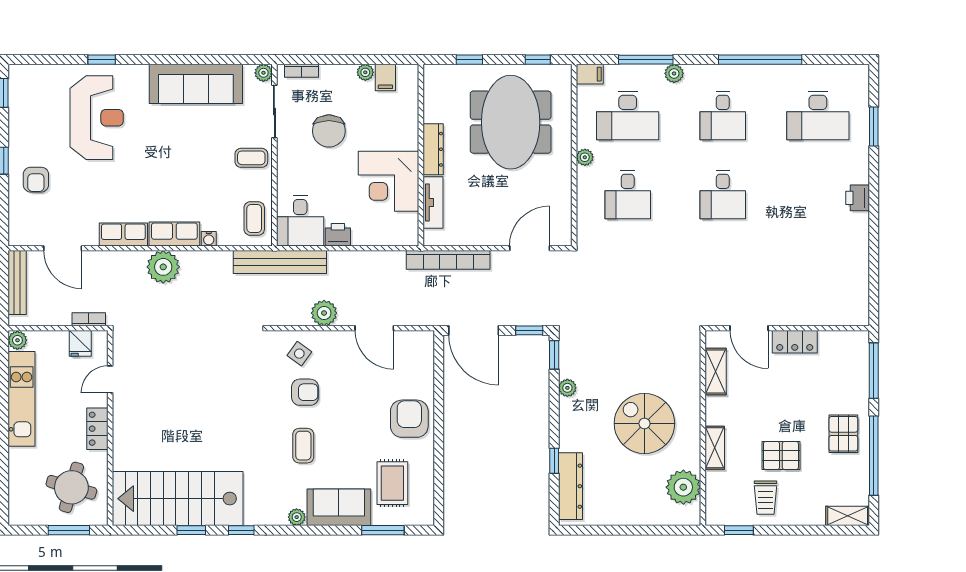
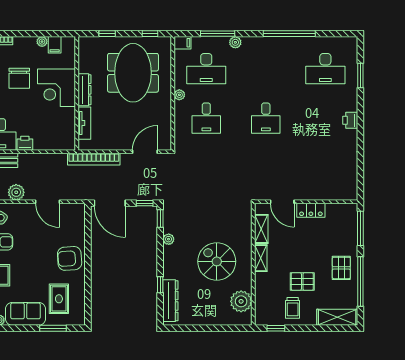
desk: (723, 116) -> (266, 69), removed
corner desk: (389, 181) -> (57, 88), moved
armchair: (409, 419) -> (70, 258), turned -94
shelving: (715, 448) -> (261, 258), moved
shelving: (848, 516) -> (337, 317), width x1.50, depth x1.33

